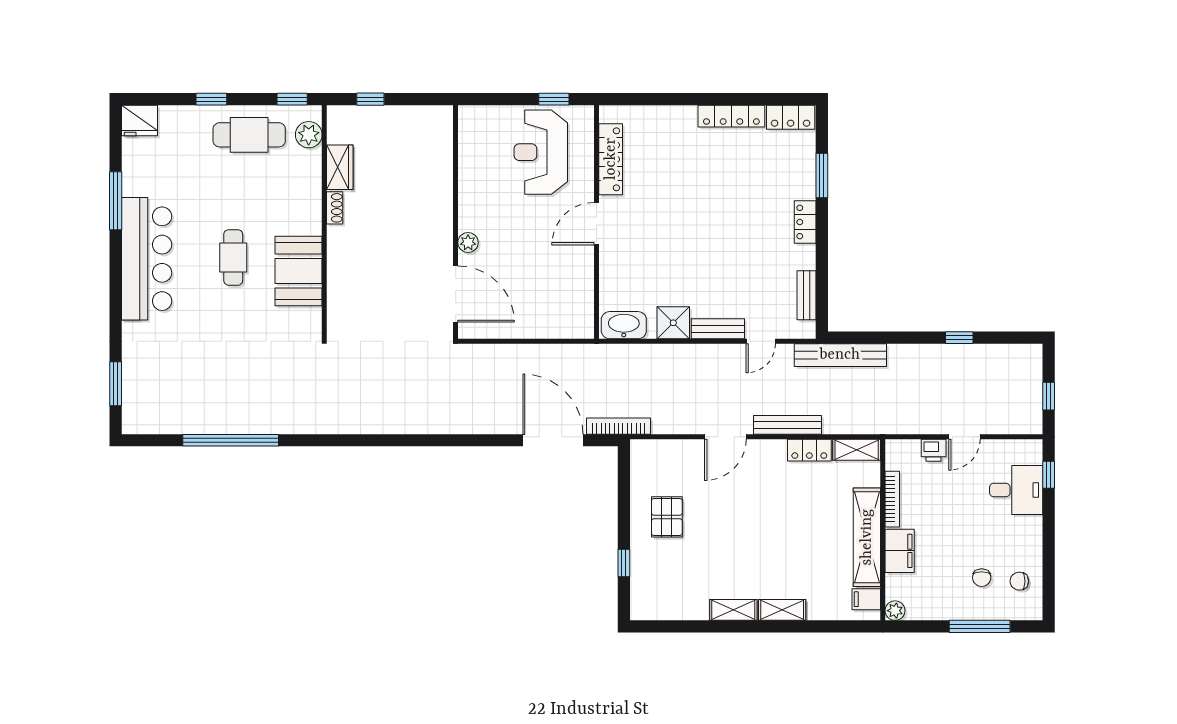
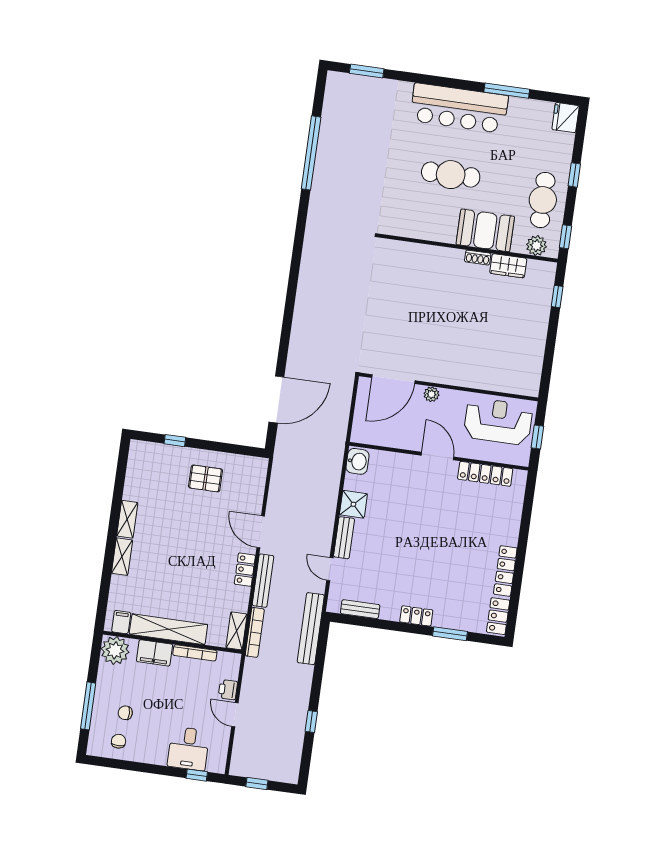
wall: (456, 222) -> (449, 387), moved
plant: (468, 243) -> (431, 394), moved
cafe table: (233, 257) -> (451, 175), width x1.37, depth x1.35
booth: (299, 271) -> (485, 230), moved
door: (456, 294) -> (393, 379), moved
washbasin: (624, 325) -> (358, 461), width x0.72
bookcase: (619, 426) -> (255, 632), moved
locker: (809, 450) -> (245, 570), moved
plant: (895, 611) -> (115, 650), width x1.88, depth x1.88

